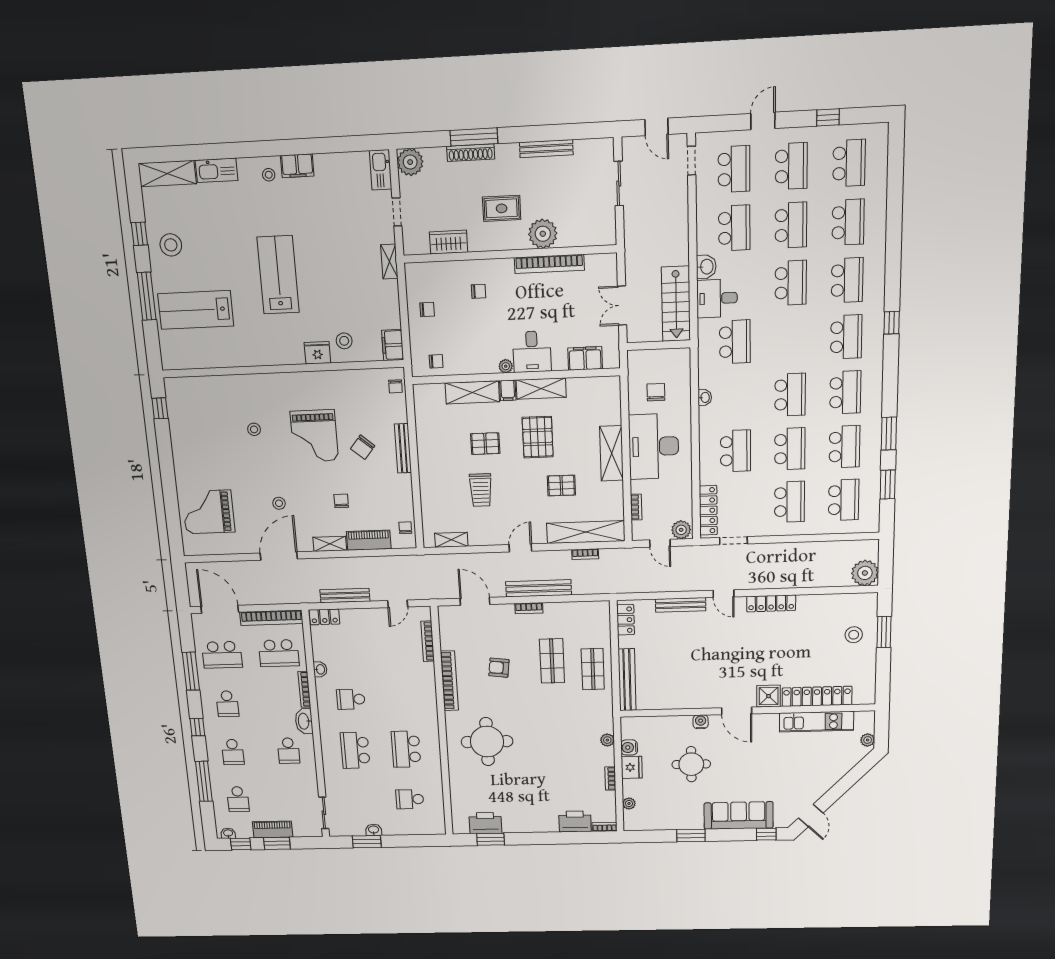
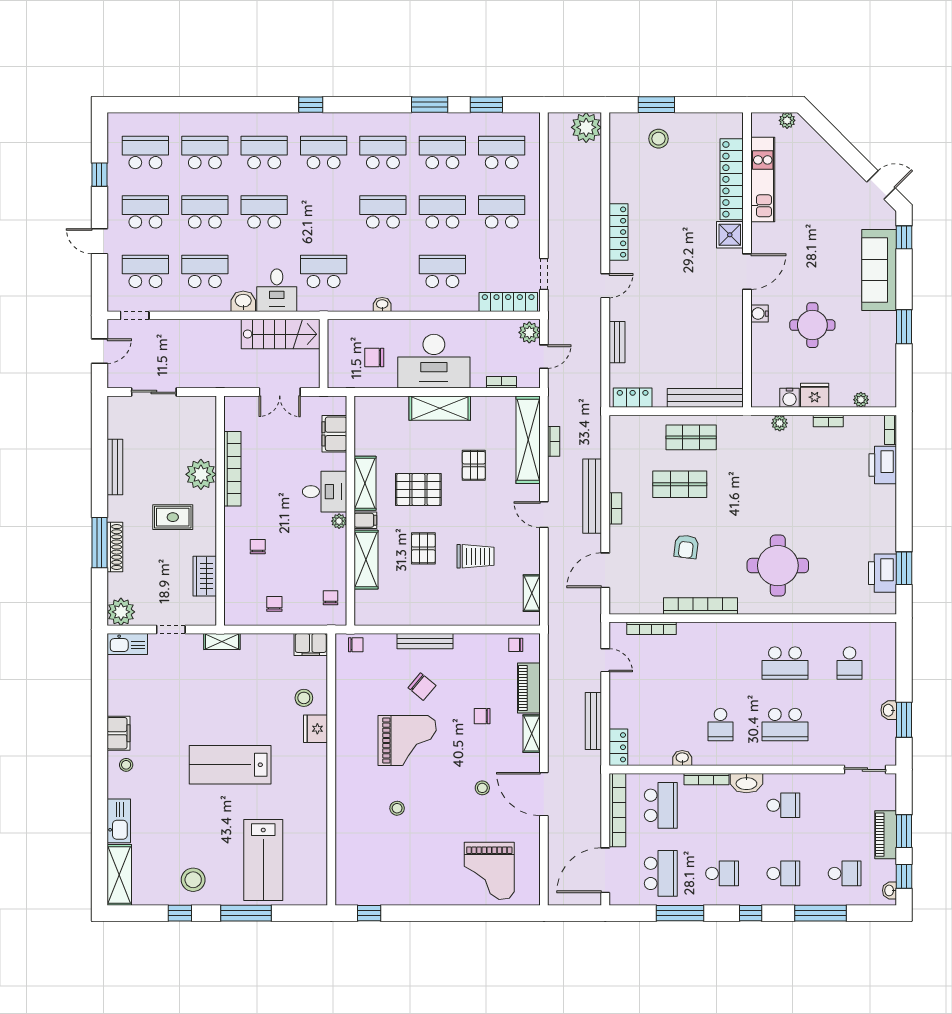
rug: (502, 208) -> (173, 517), turned 90
bench: (681, 605) -> (617, 342), width x0.73

